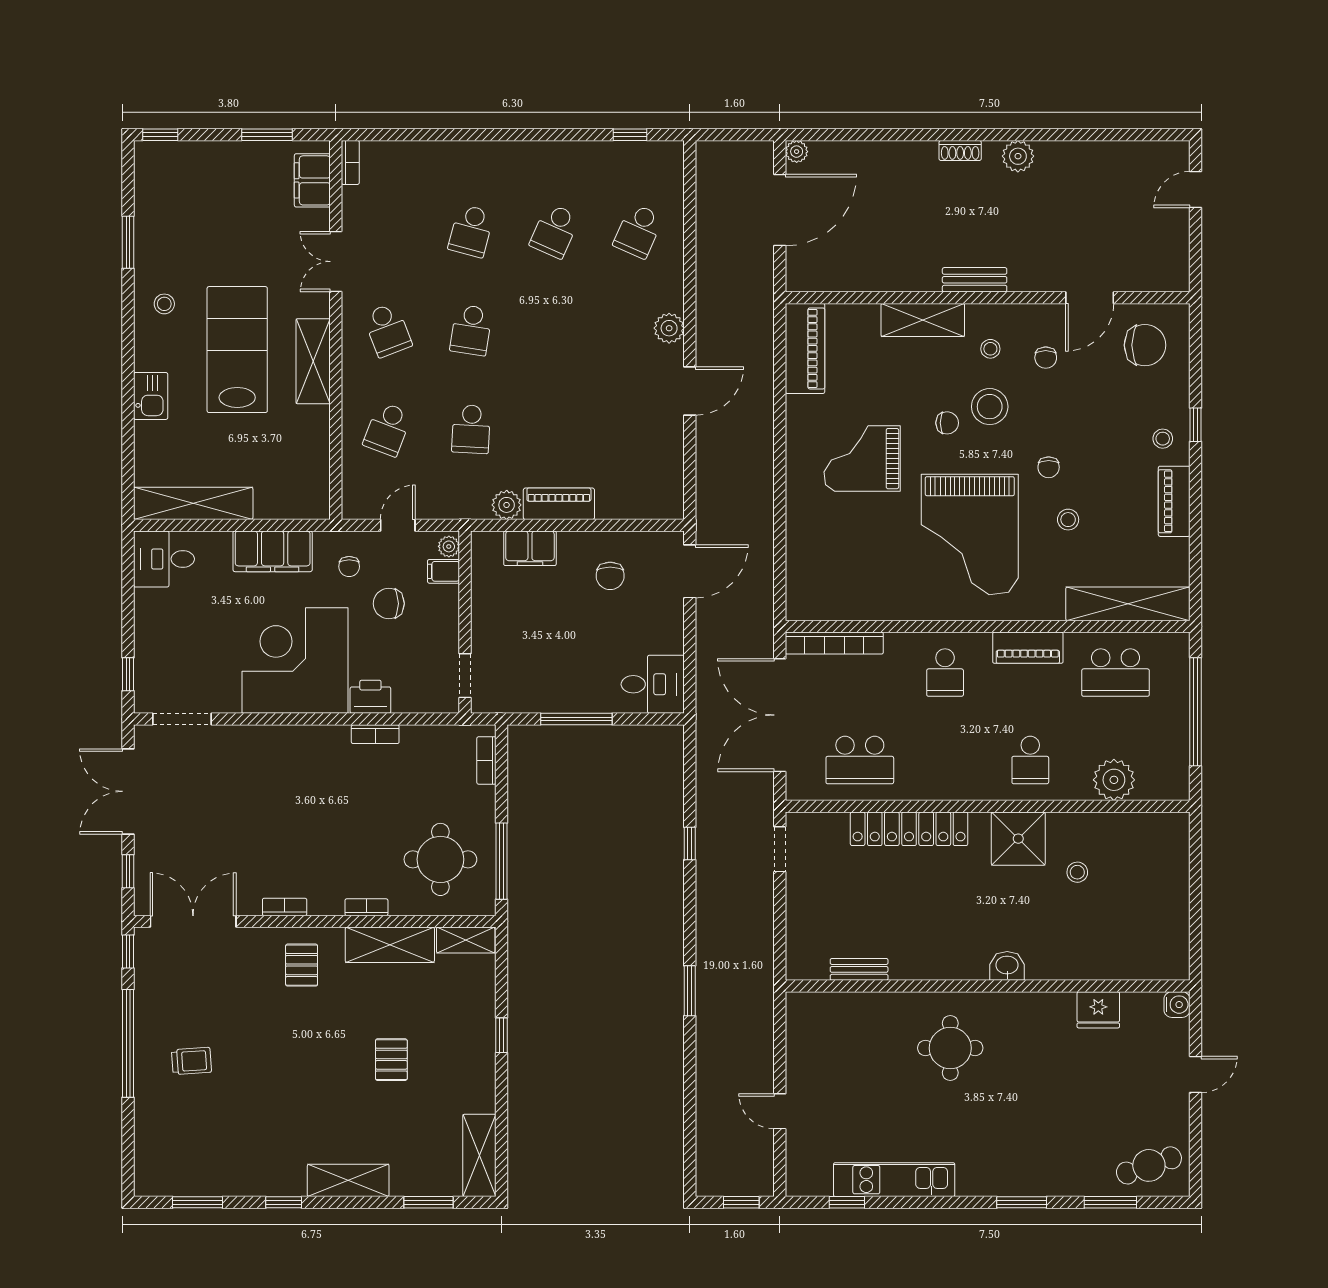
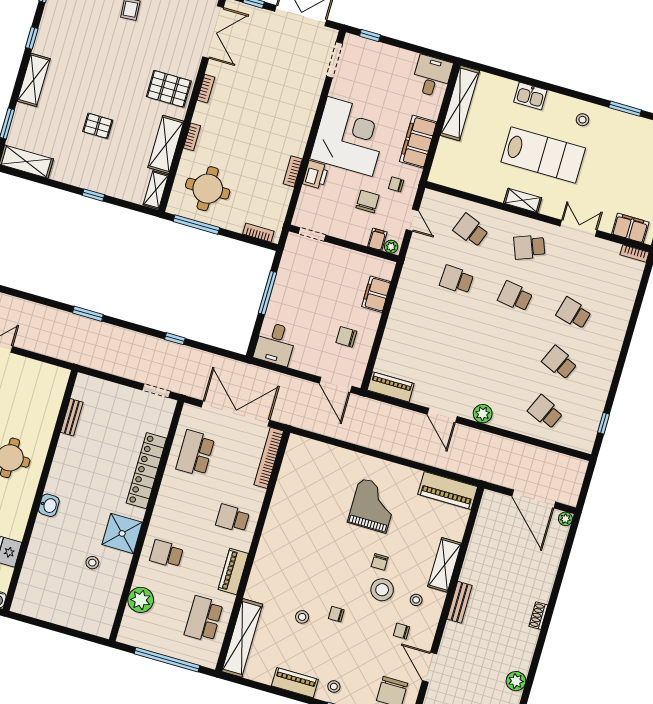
plant: (1018, 156) -> (516, 681), moved
shelving: (313, 361) -> (523, 200), width x0.67, depth x0.75
piano: (559, 504) -> (391, 387), moved, turned -90
plant: (507, 505) -> (406, 288), removed
grand piano: (970, 534) -> (310, 556), removed
pallet: (302, 965) -> (169, 89), width x1.50, depth x1.42

